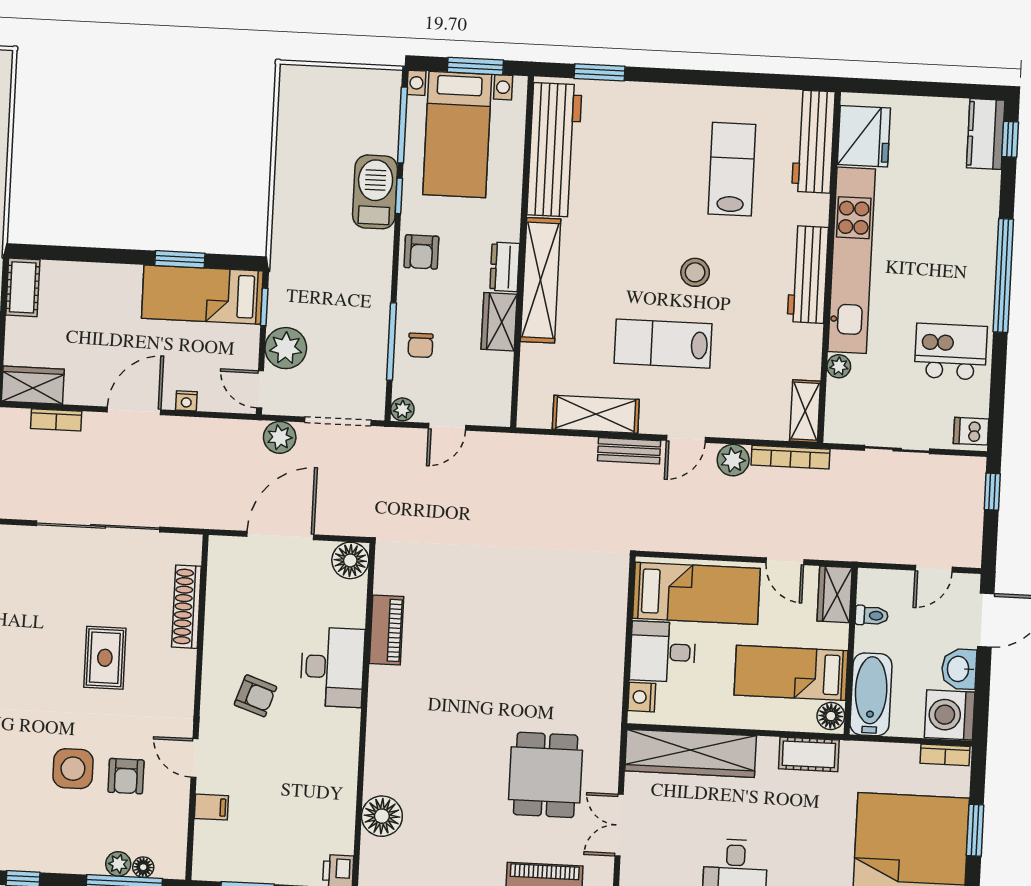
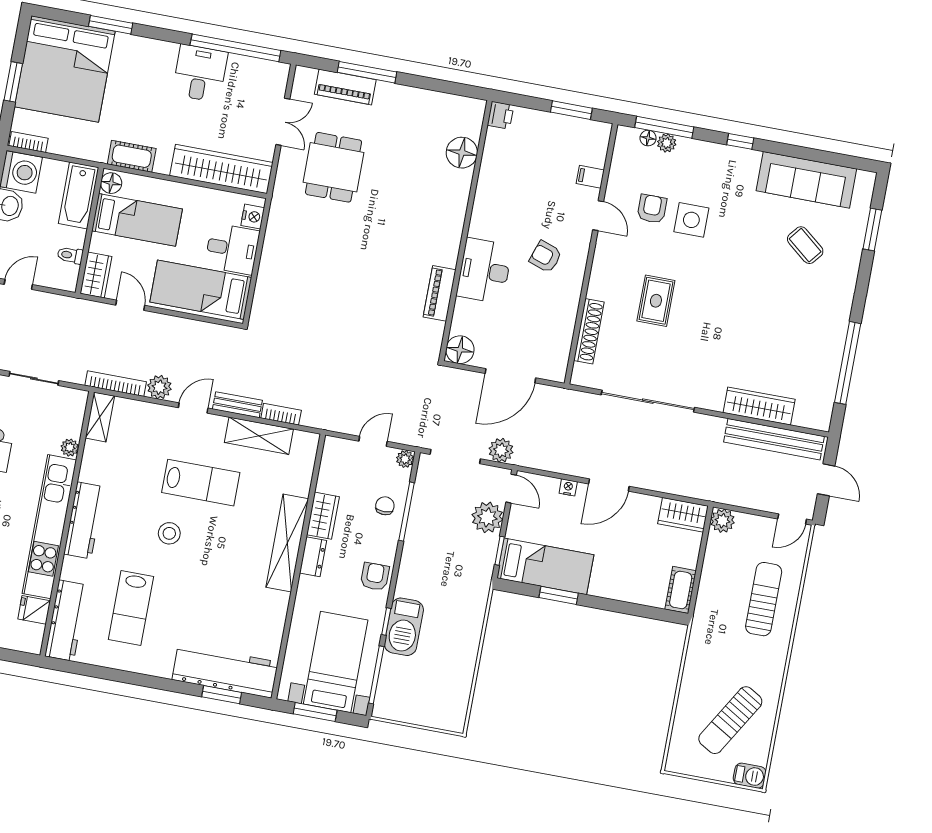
fridge: (864, 136) -> (34, 610), width x0.53, depth x0.75
workbench: (554, 150) -> (225, 671), moved, turned 90
bookcase: (56, 420) -> (281, 414), moved

